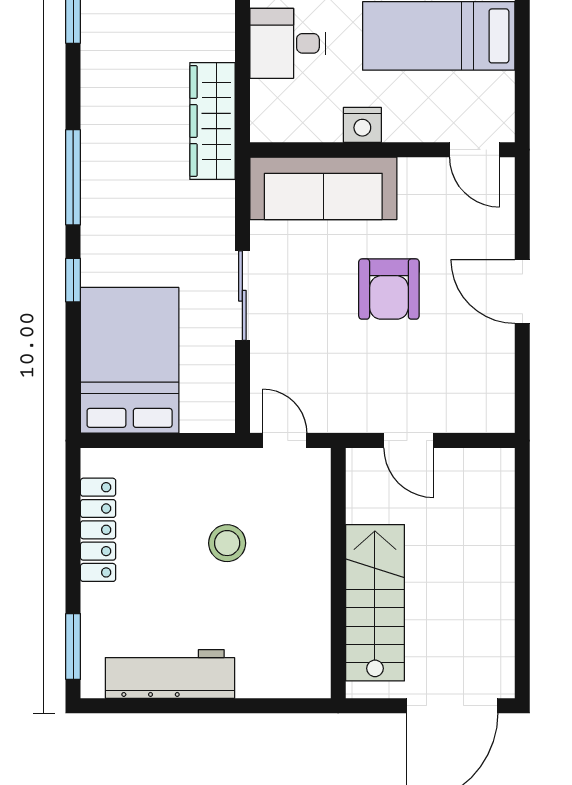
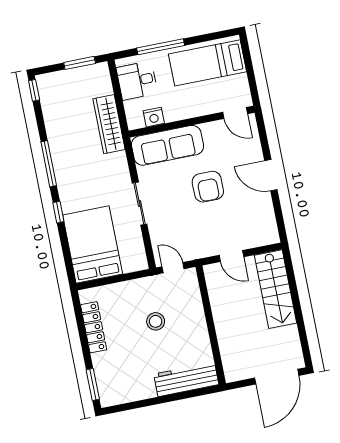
nightstand: (362, 125) -> (154, 117), moved
stairs: (375, 603) -> (276, 289), moved, turned 180
workbench: (170, 674) -> (186, 379), moved

